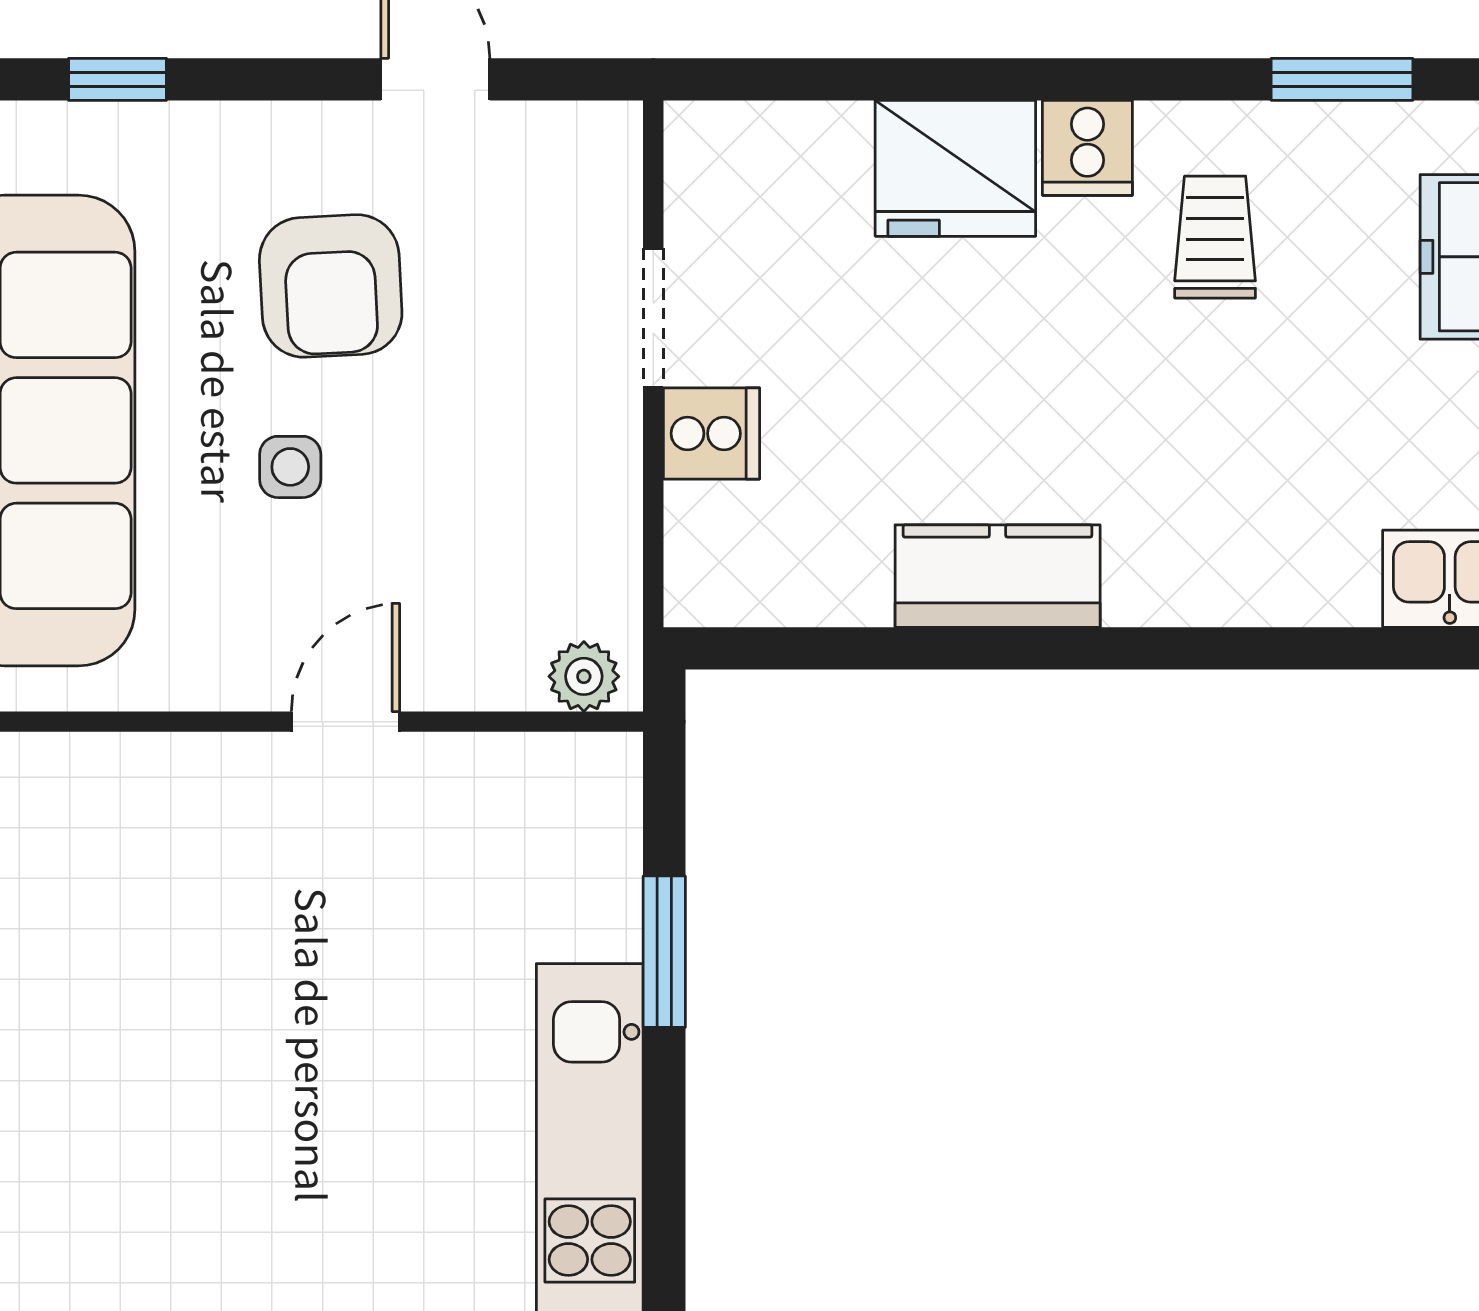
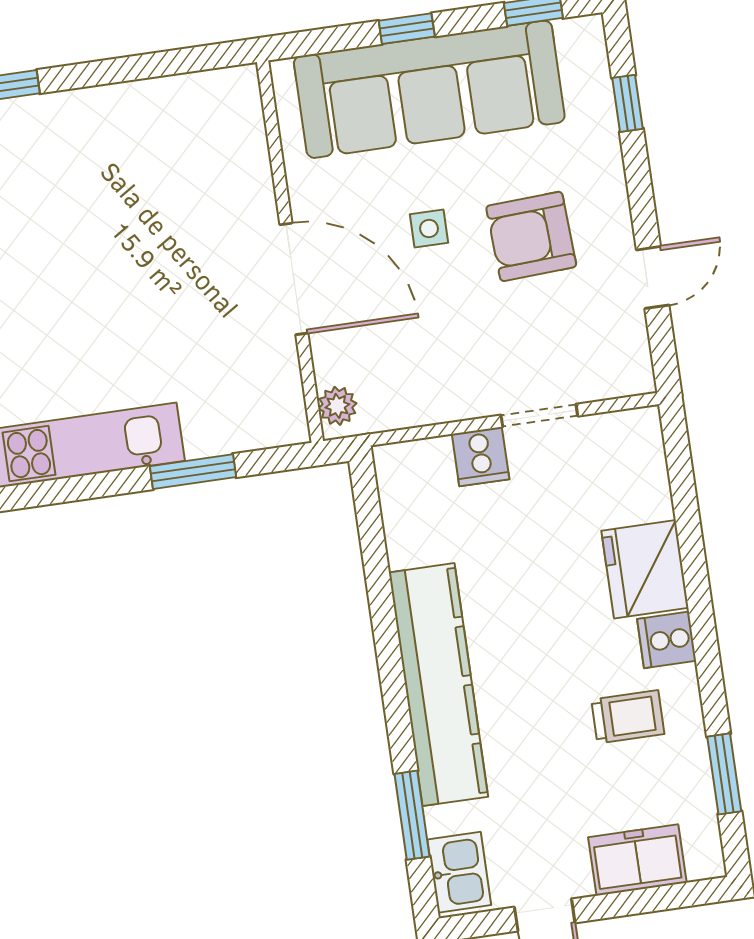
kitchen counter: (998, 576) -> (438, 685), width x2.08, depth x1.17
window: (1335, 648) -> (412, 815), added
door: (345, 722) -> (294, 279), width x1.87

